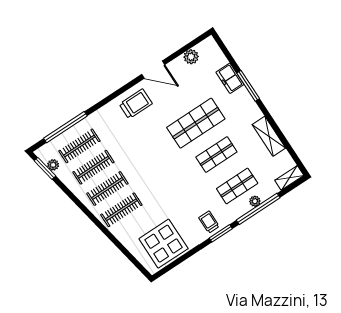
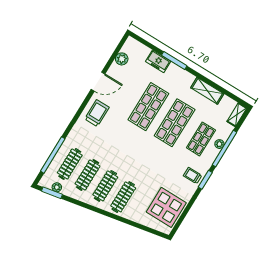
shop shelf: (216, 155) -> (175, 123), width x1.43, depth x1.36

